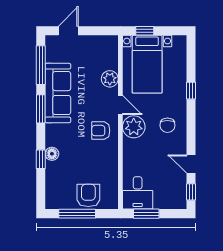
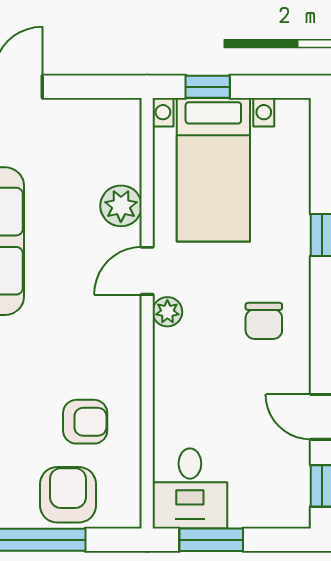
door: (120, 105) -> (147, 271), swing flipped
plant: (134, 127) -> (167, 312), width x0.53, depth x0.53
armchair: (101, 131) -> (85, 422), moved, turned 180

